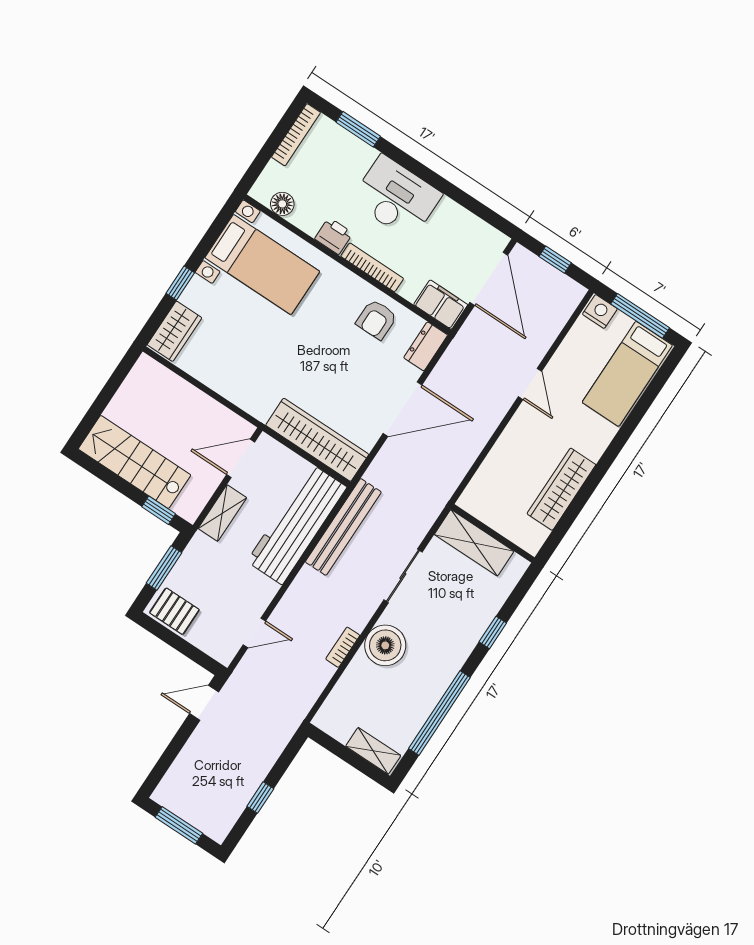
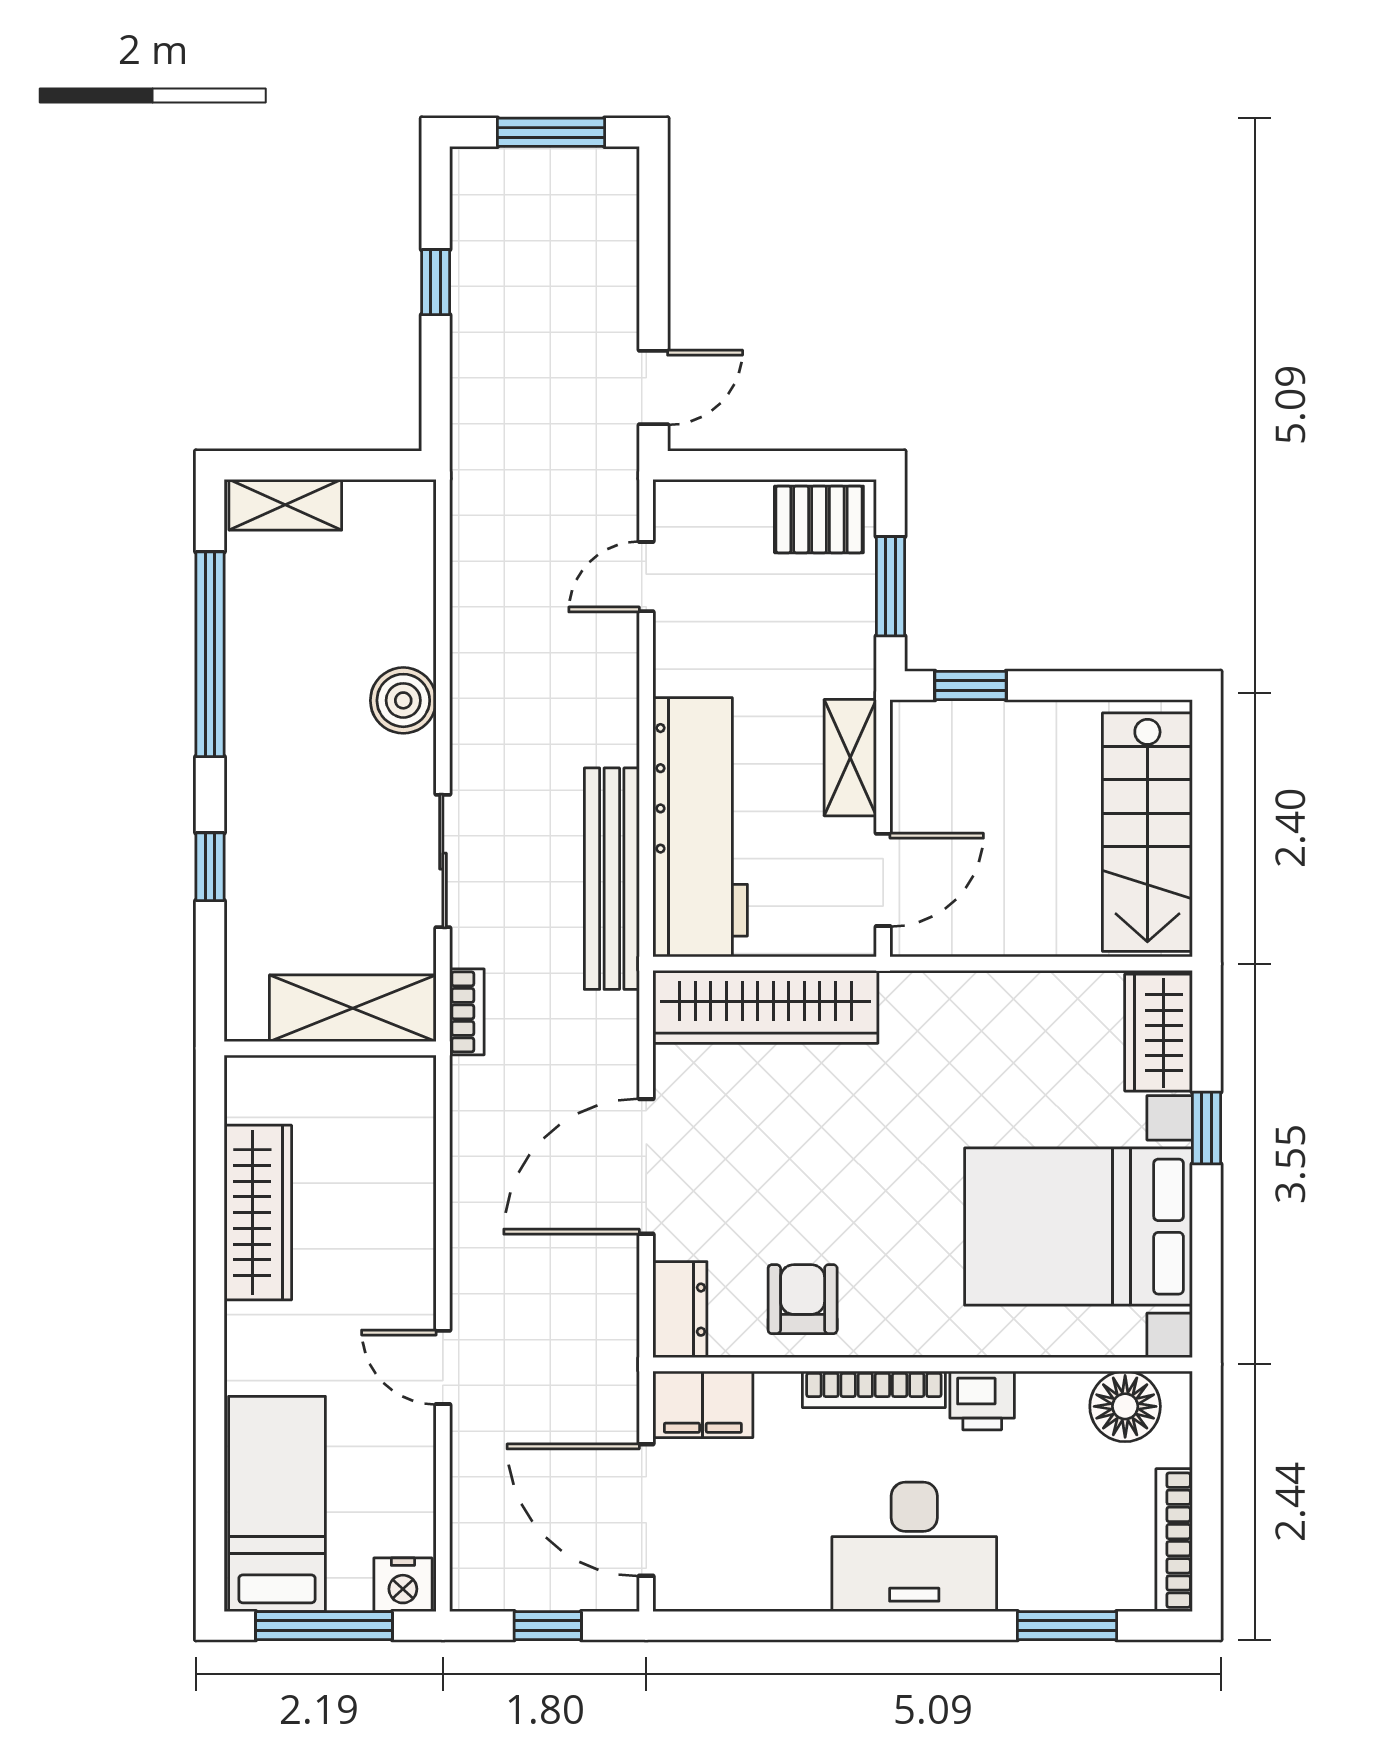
floor lamp: (282, 204) -> (1125, 1406), width x1.38, depth x1.38
bed with nightstands: (262, 265) -> (1079, 1227), width x1.36
stairs: (135, 462) -> (1147, 832), moved, turned 90
boiler: (385, 645) -> (403, 700), width x0.73, depth x0.73
bookcase: (343, 647) -> (467, 1012), moved

